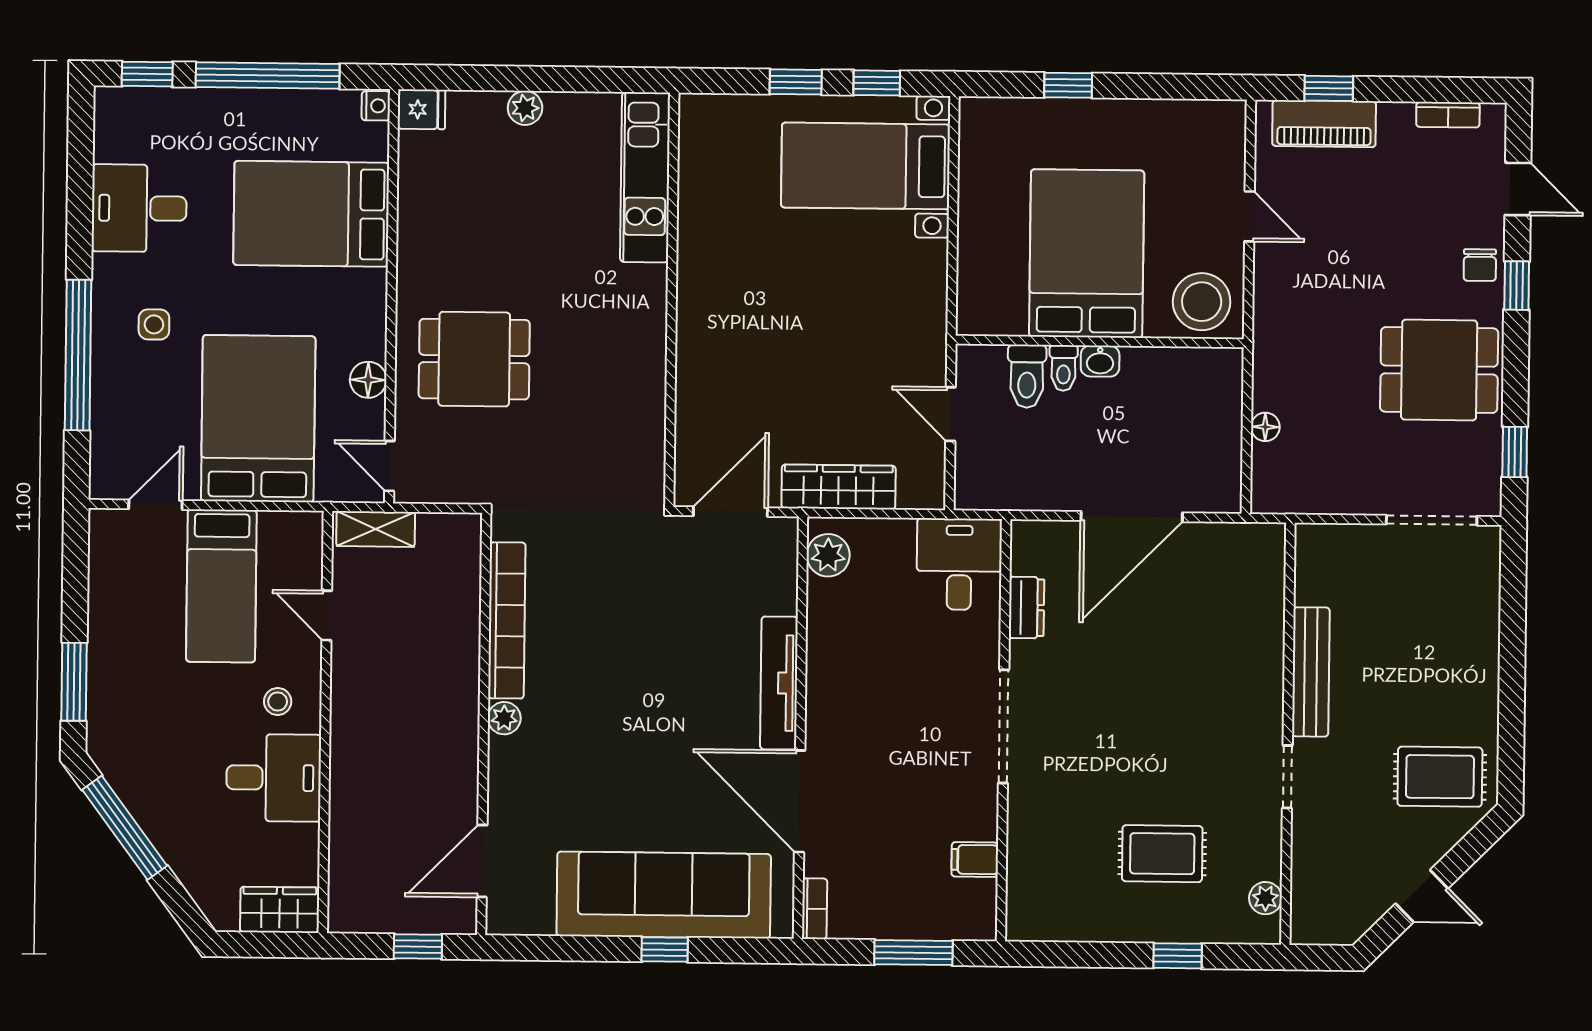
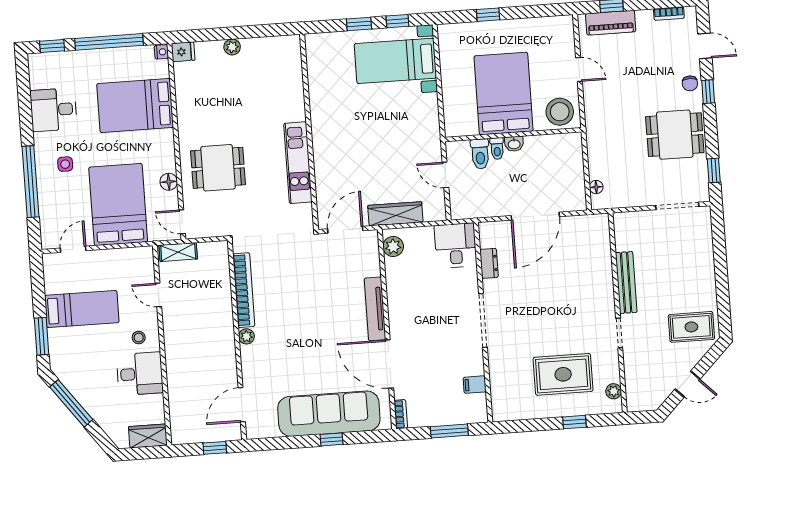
kitchen unit: (645, 177) -> (298, 163), moved
floor lamp: (1265, 427) -> (596, 187), moved
bed: (221, 586) -> (82, 309), moved, turned -90
rug: (1162, 854) -> (563, 374), width x1.36, depth x1.43

